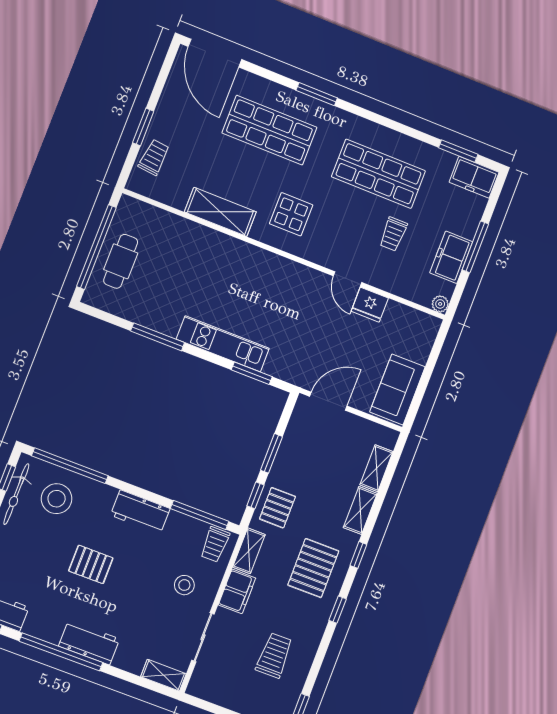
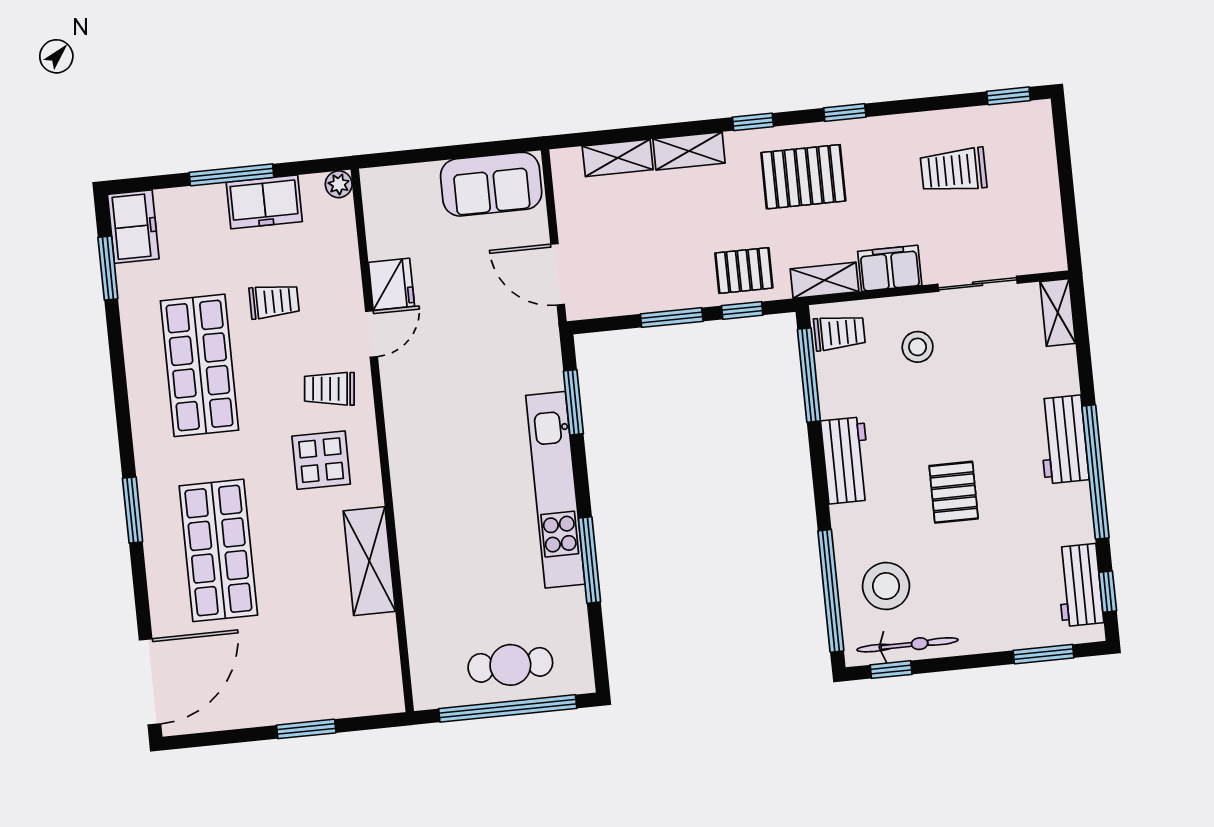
trolley: (154, 157) -> (329, 389), moved
kitchen unit: (223, 344) -> (555, 490), width x1.36

